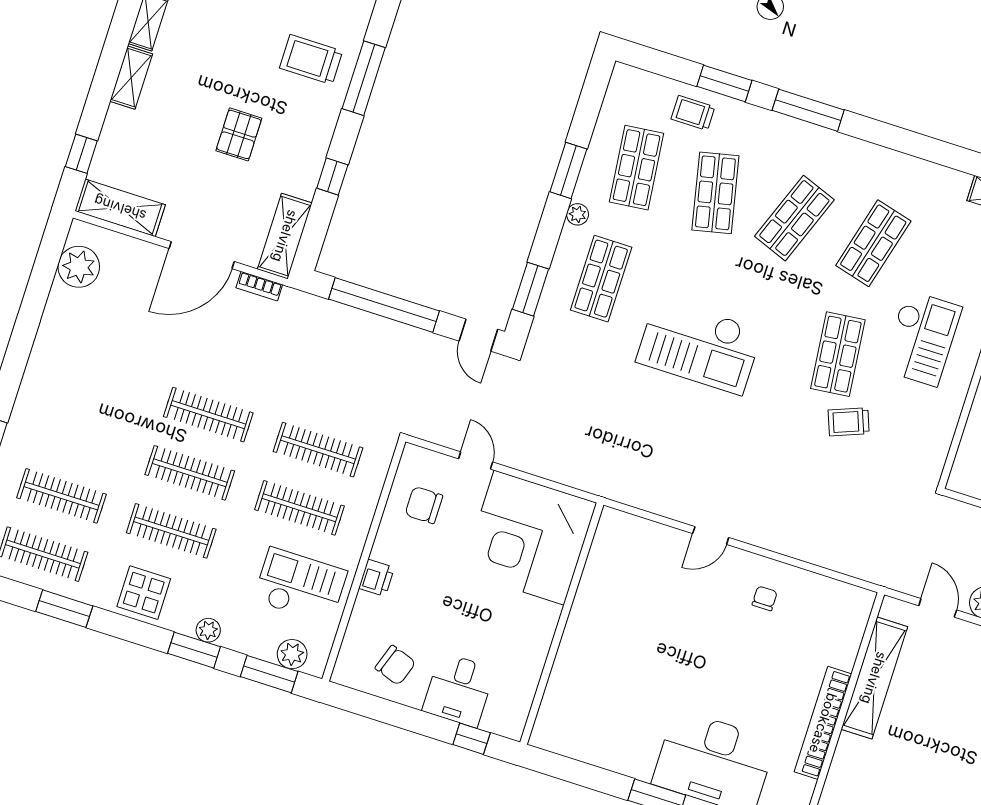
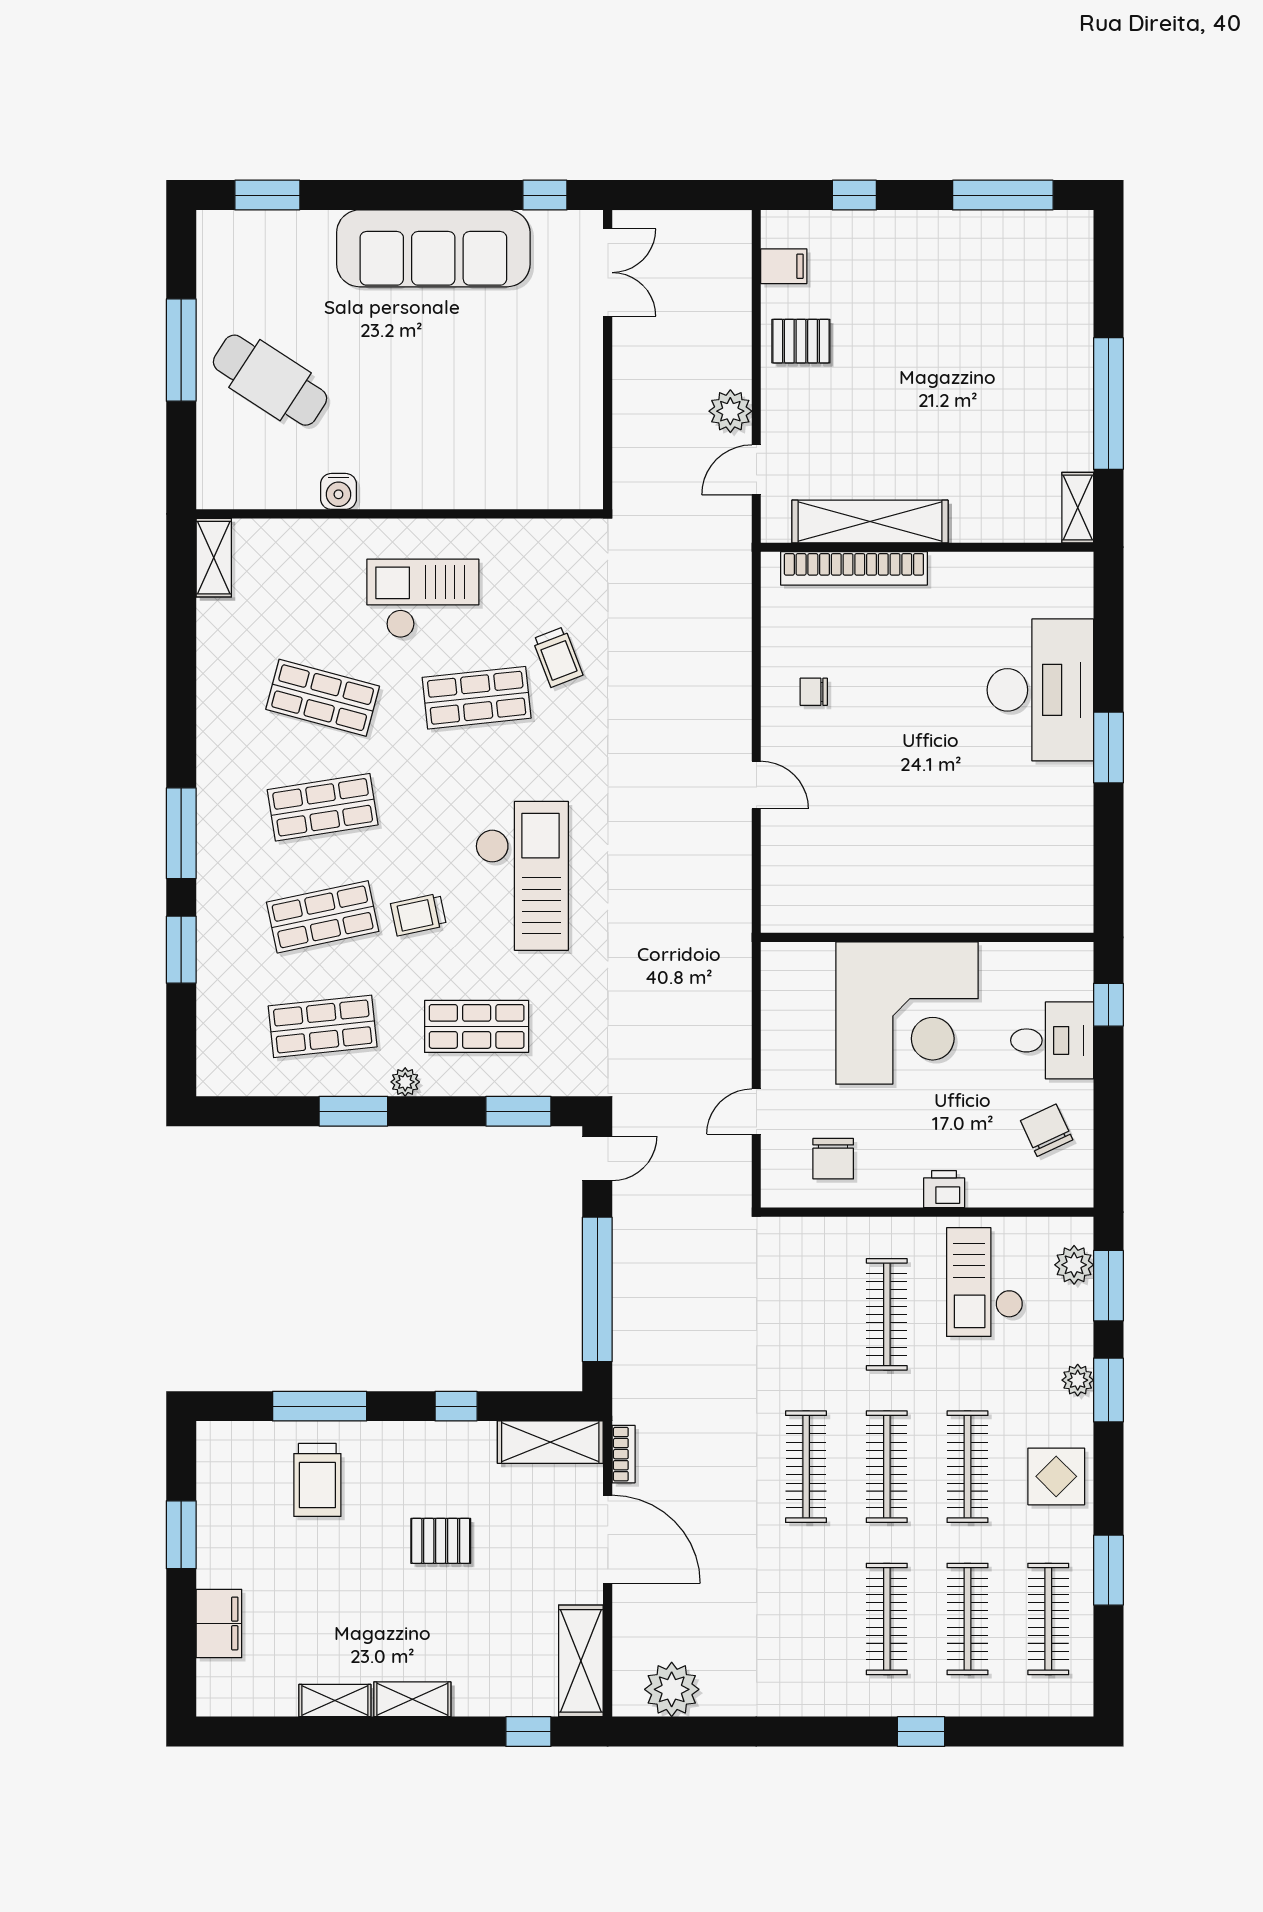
trolley: (693, 113) -> (418, 915), moved, turned 78
shop shelf: (794, 218) -> (323, 807), turned -30
clothes rail: (318, 450) -> (887, 1619), moved
corner desk: (529, 538) -> (907, 1013), moved
chair: (395, 665) -> (1047, 1130), turned -44
bookcase: (823, 723) -> (854, 568), moved

